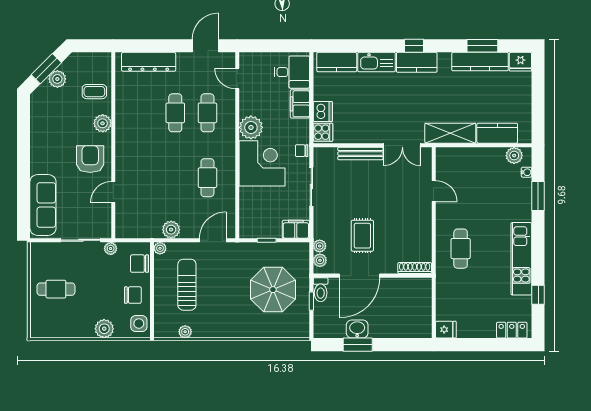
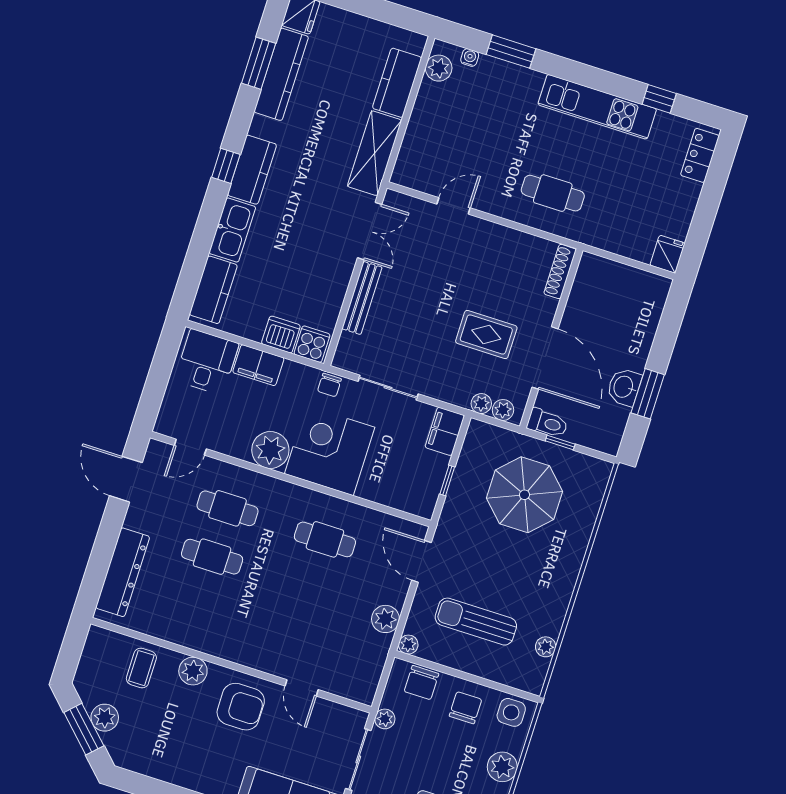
armchair: (90, 159) -> (241, 707), turned 180

